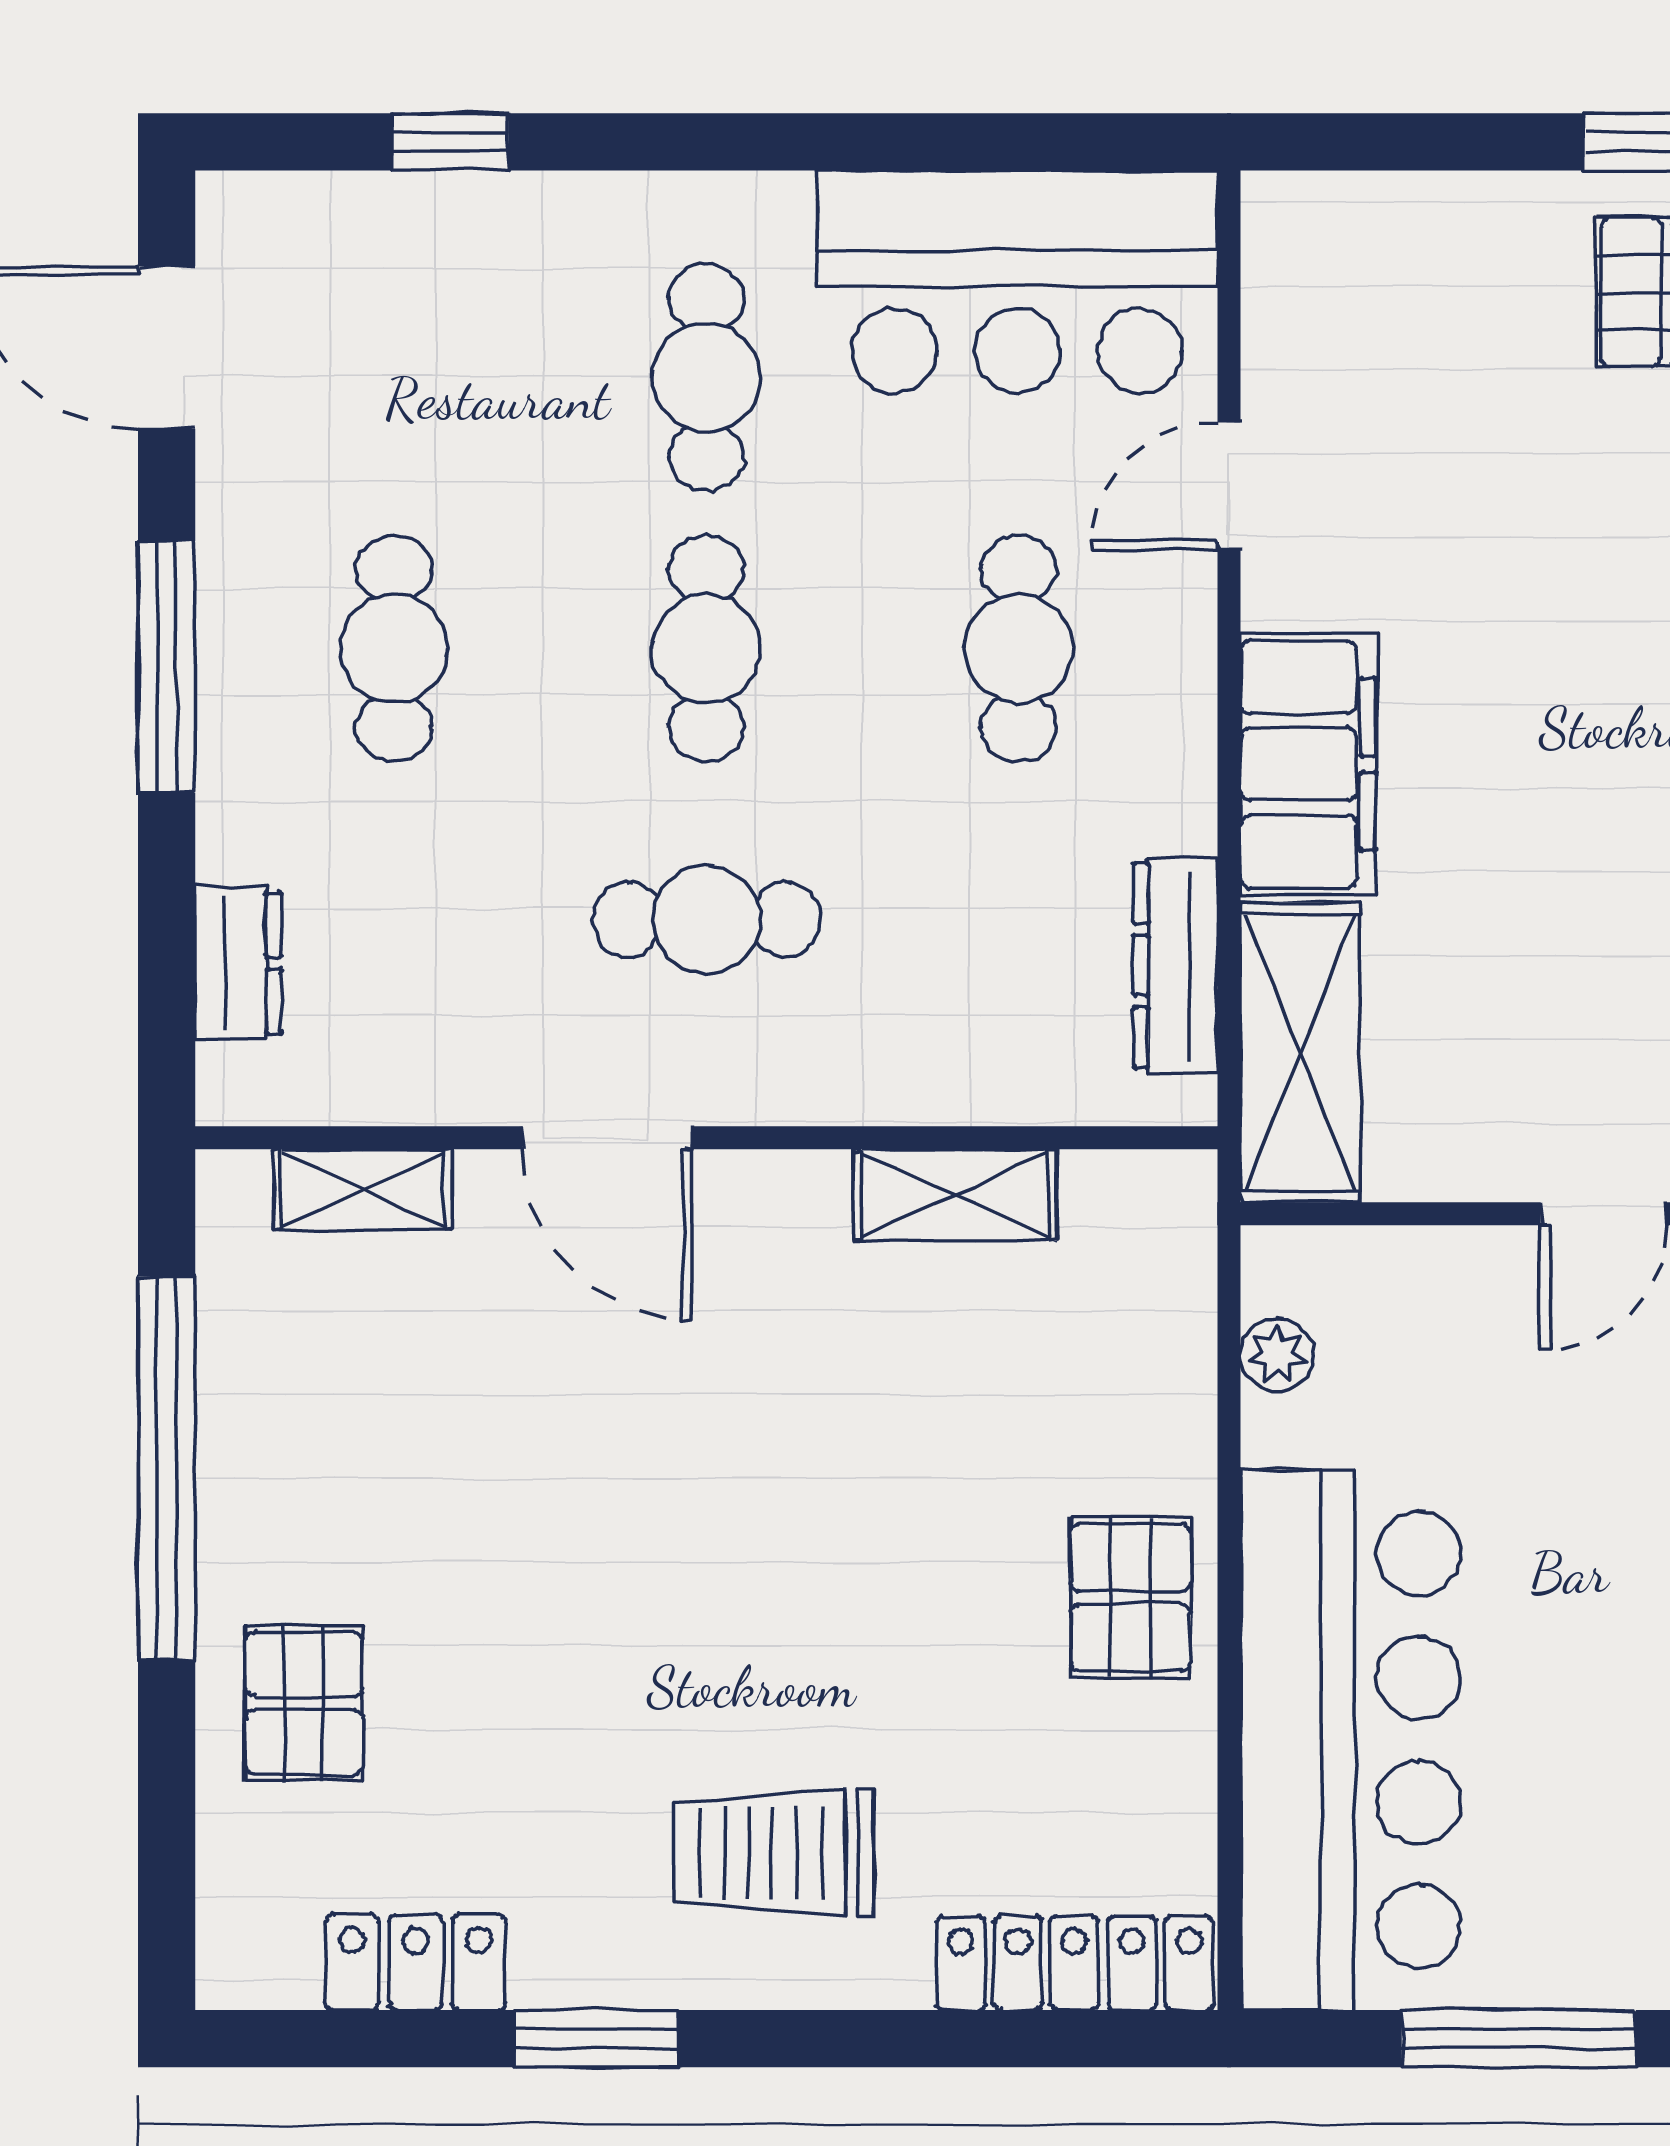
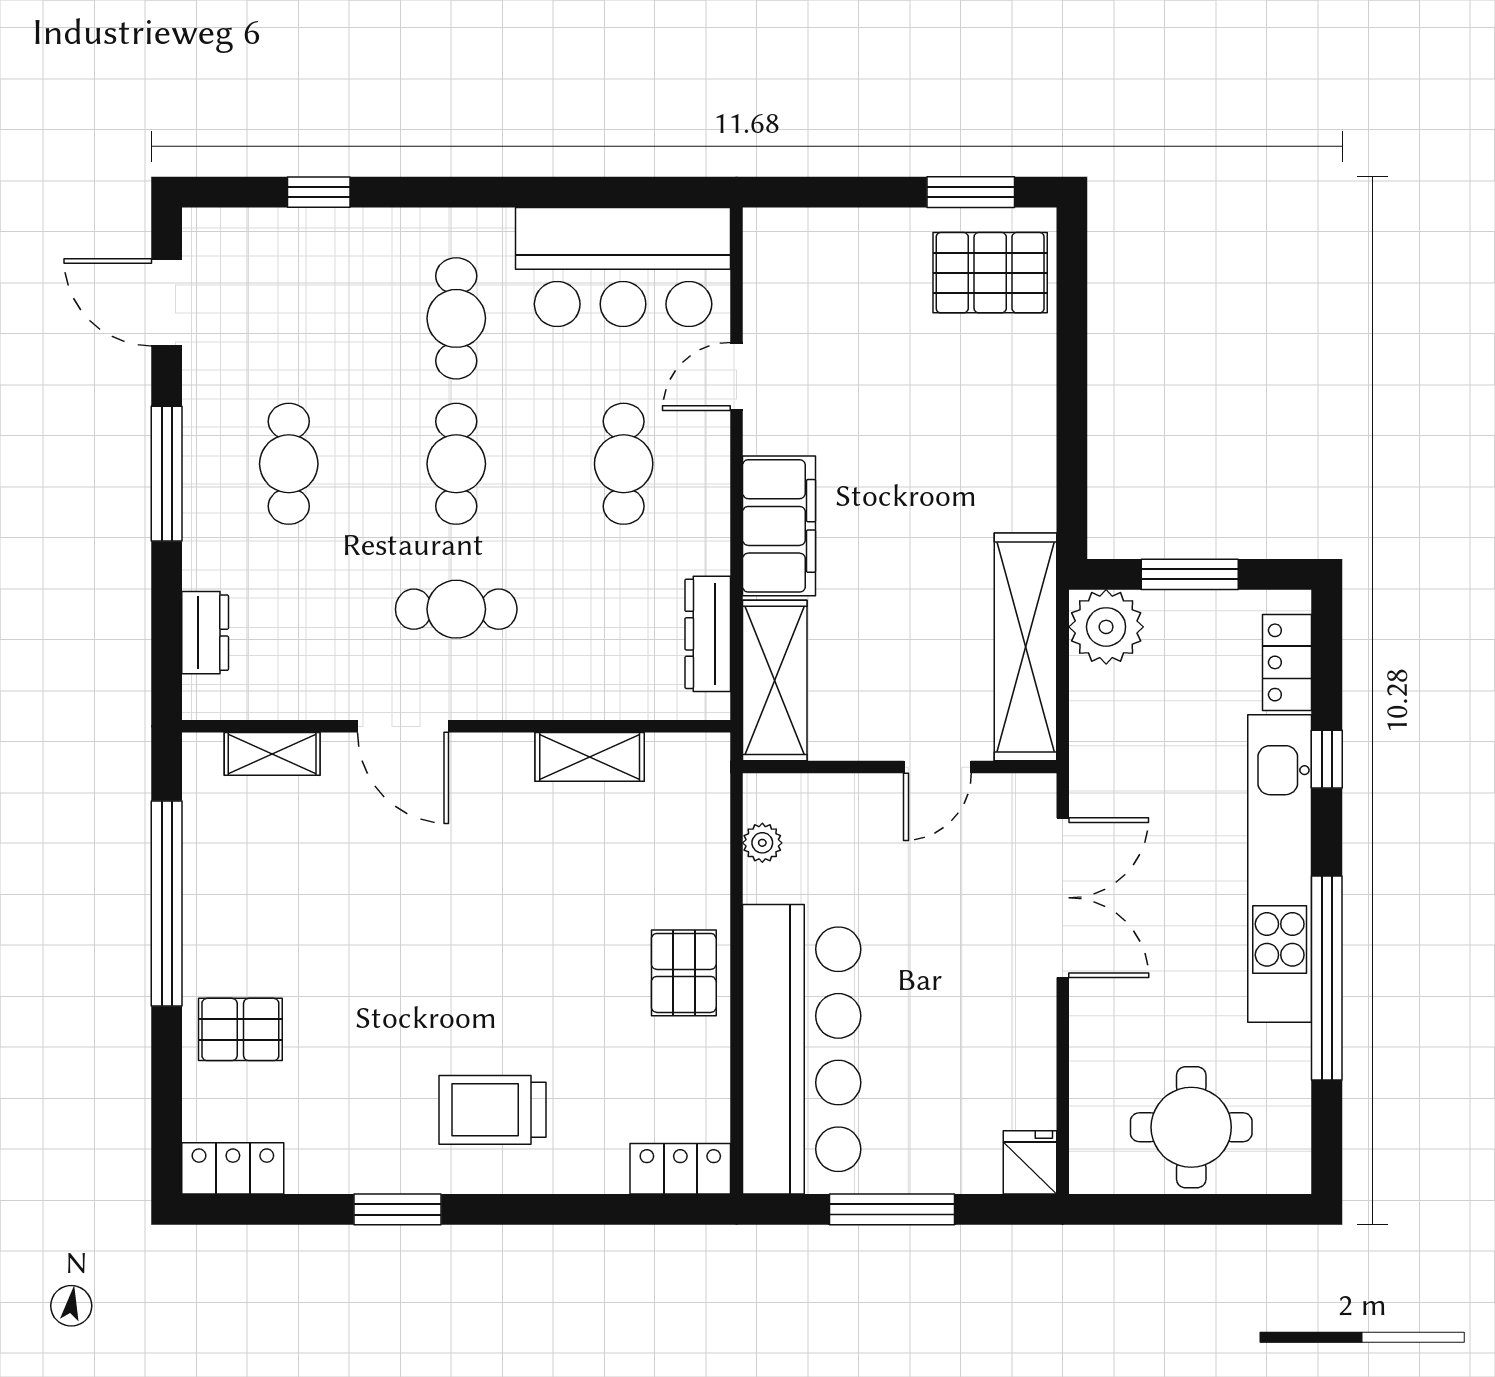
pallet: (304, 1703) -> (240, 1029), turned 90
locker: (416, 1962) -> (233, 1168), moved
locker: (1075, 1963) -> (680, 1169), width x0.66

